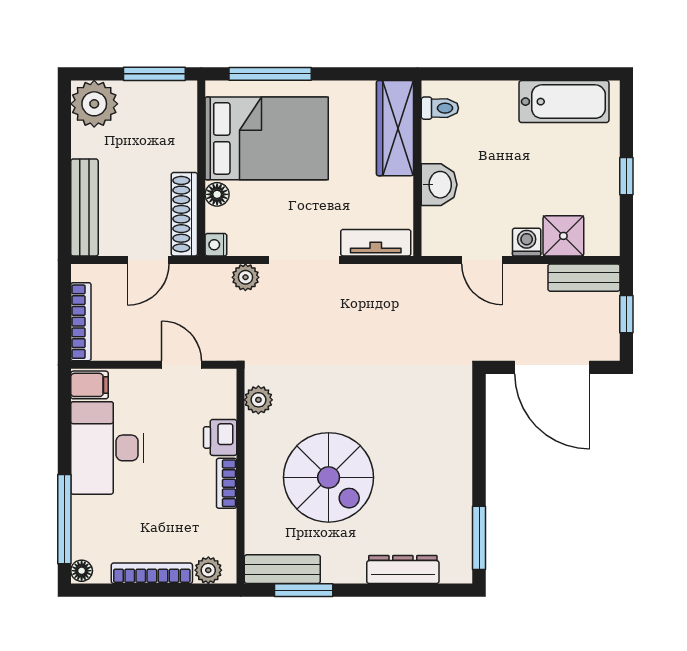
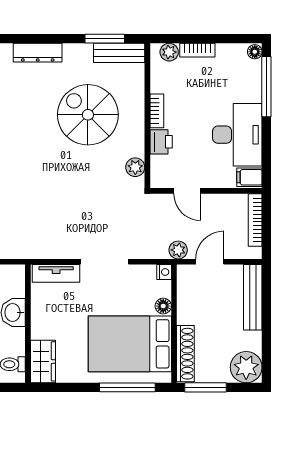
wardrobe: (395, 128) -> (43, 361), width x0.67
shoe rack: (184, 214) -> (185, 354), moved
plant: (245, 277) -> (178, 250), moved
bookcase: (152, 573) -> (197, 50), width x0.64

